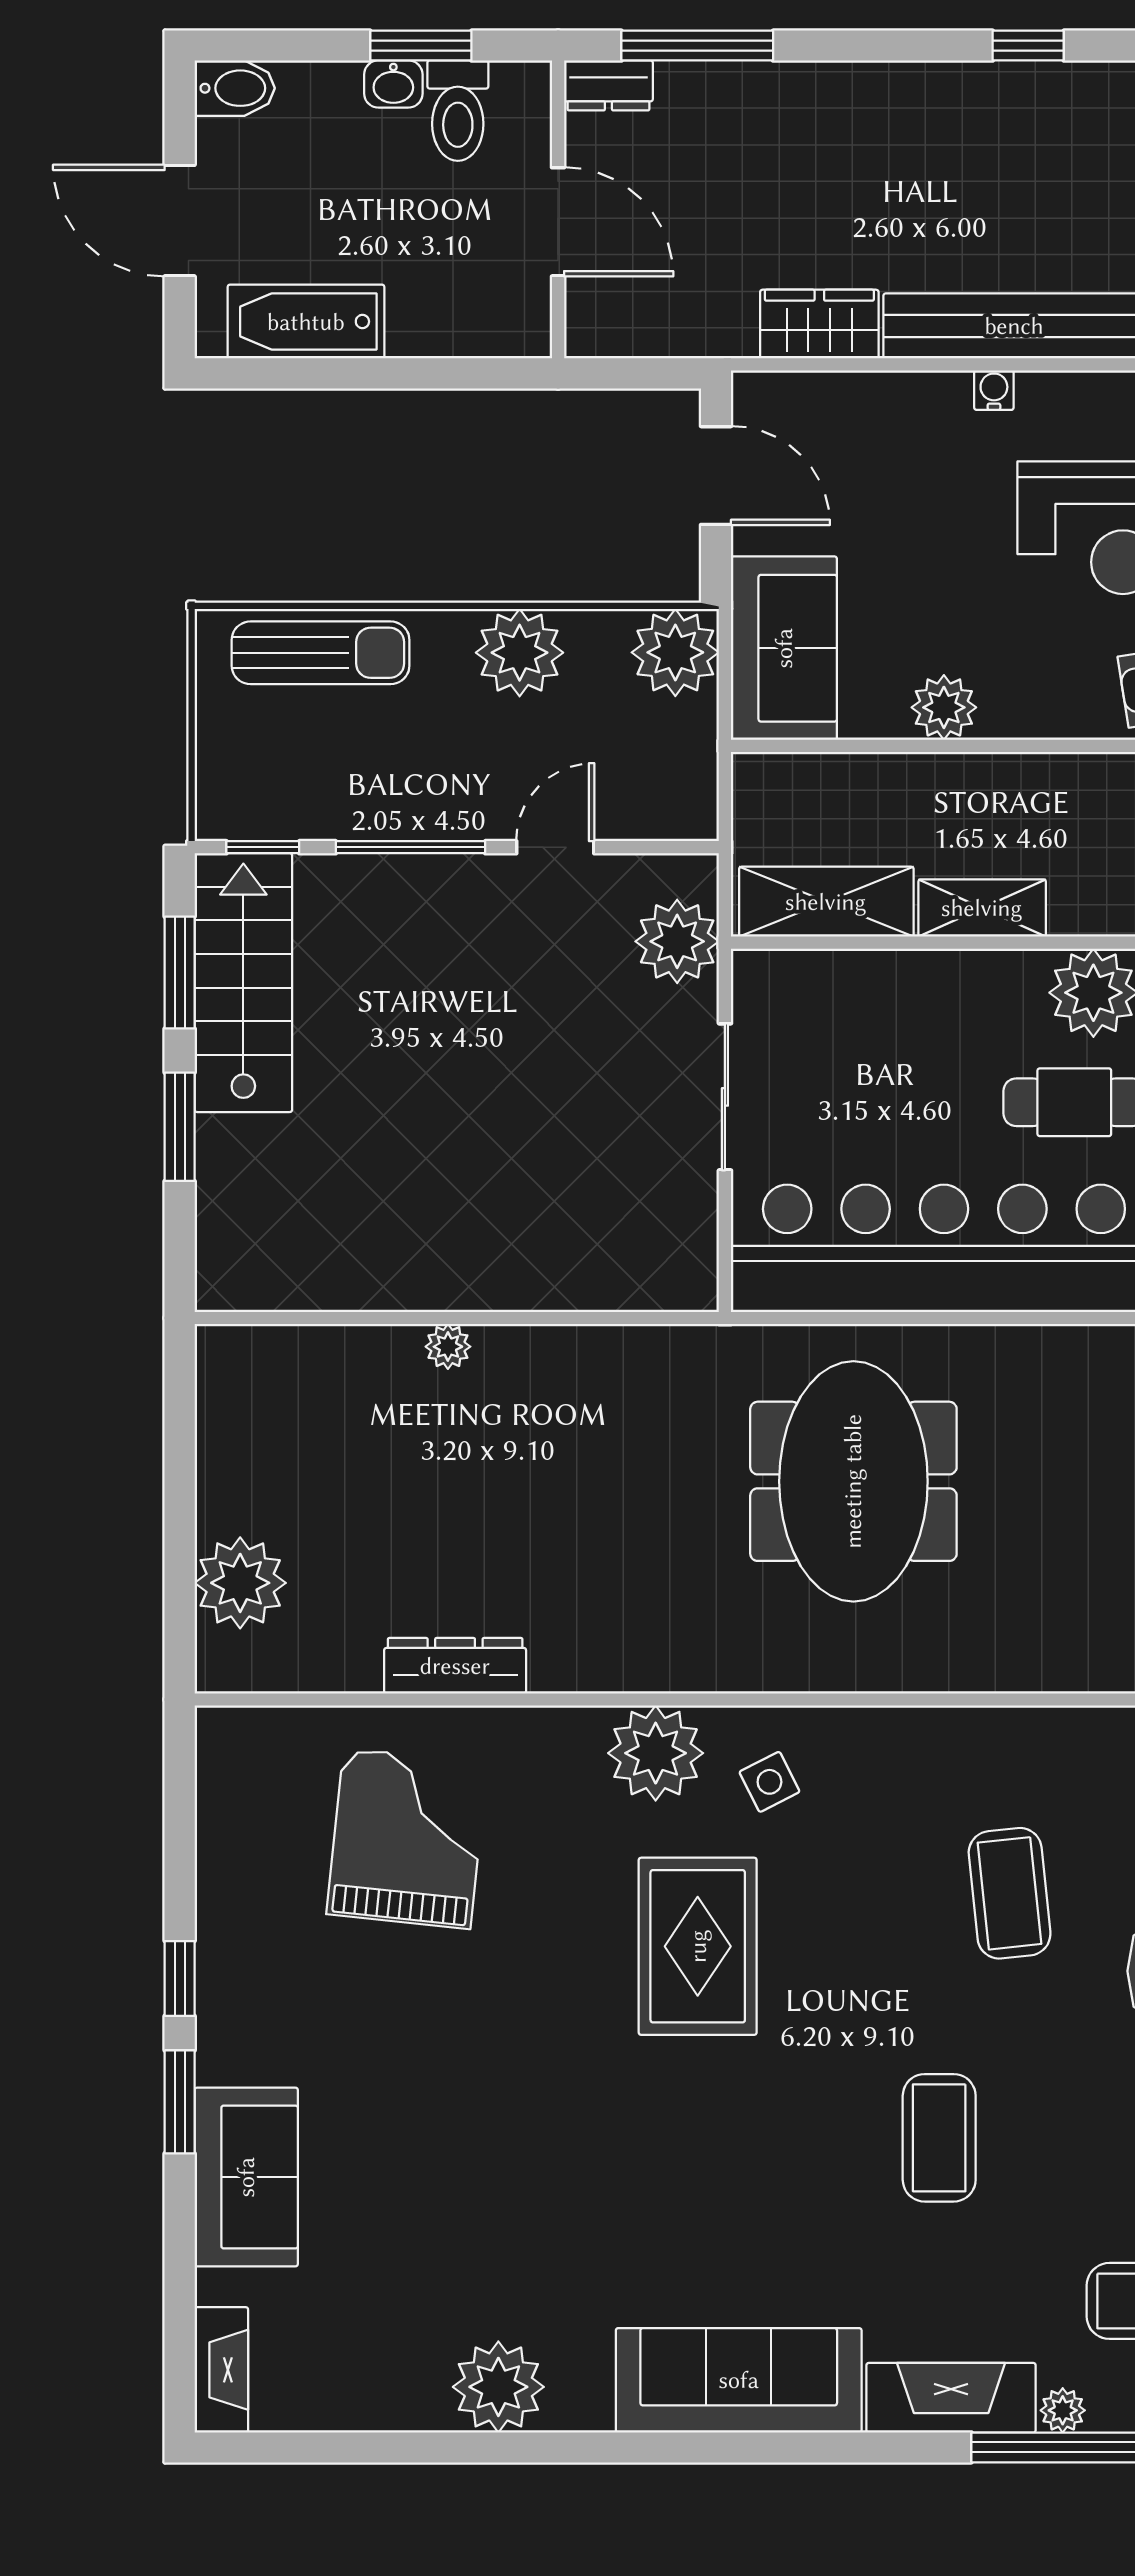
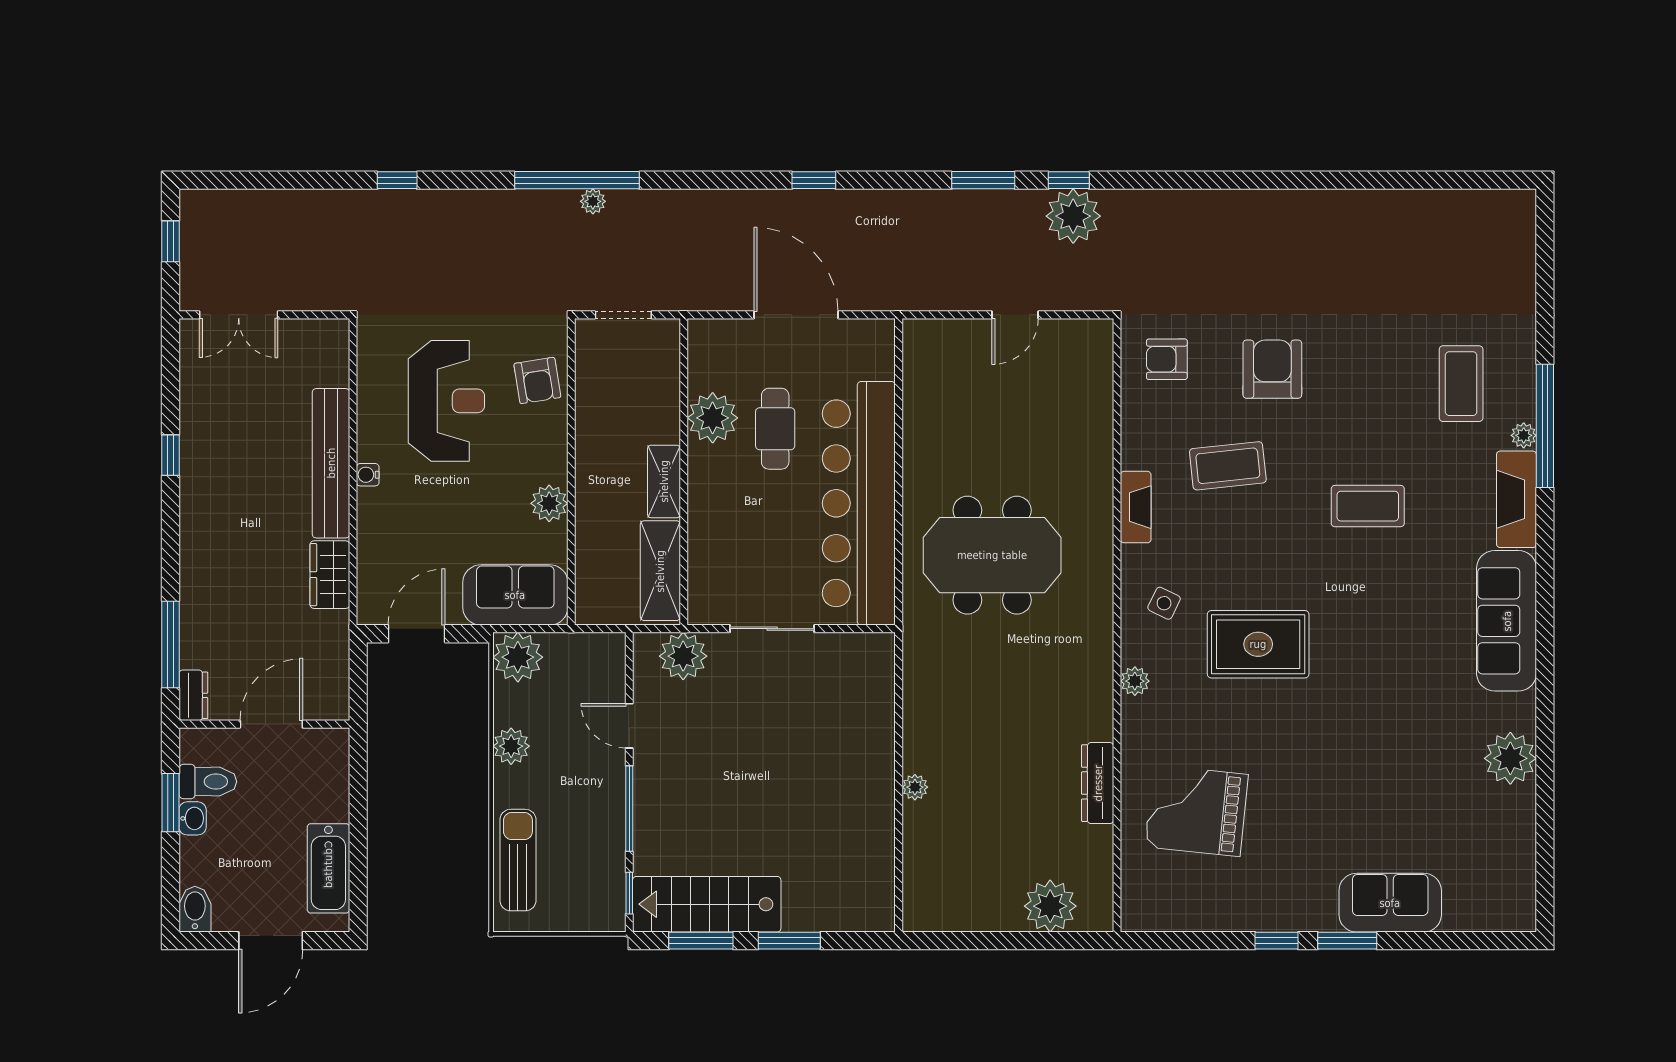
plant: (520, 653) -> (511, 746), width x0.73, depth x0.73
plant: (656, 1753) -> (1135, 681), width x0.53, depth x0.53
side table: (769, 1782) -> (1164, 603), turned -37
fireplace: (221, 2370) -> (1136, 507), moved, turned 90

